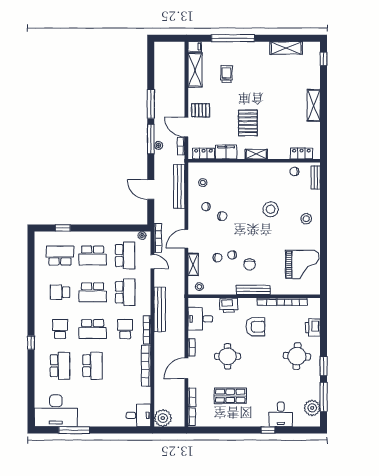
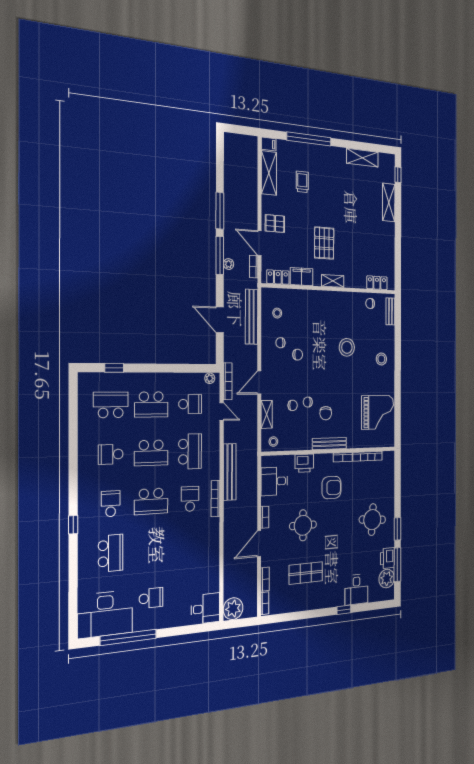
shelving: (314, 105) -> (389, 202), moved
school desk: (125, 256) -> (190, 404), width x0.54
printer: (313, 328) -> (388, 558), moved
school desk: (93, 366) -> (151, 598), moved, width x0.54
bookcase: (146, 366) -> (214, 544), removed
window: (74, 430) -> (128, 637), width x1.46

